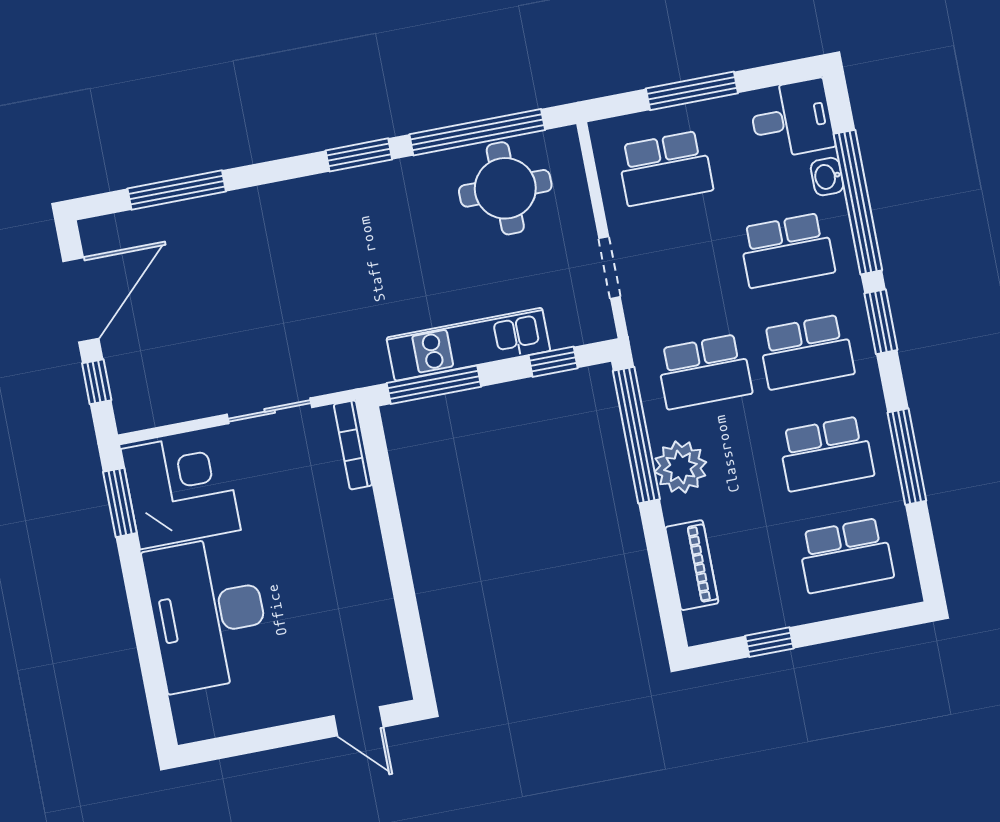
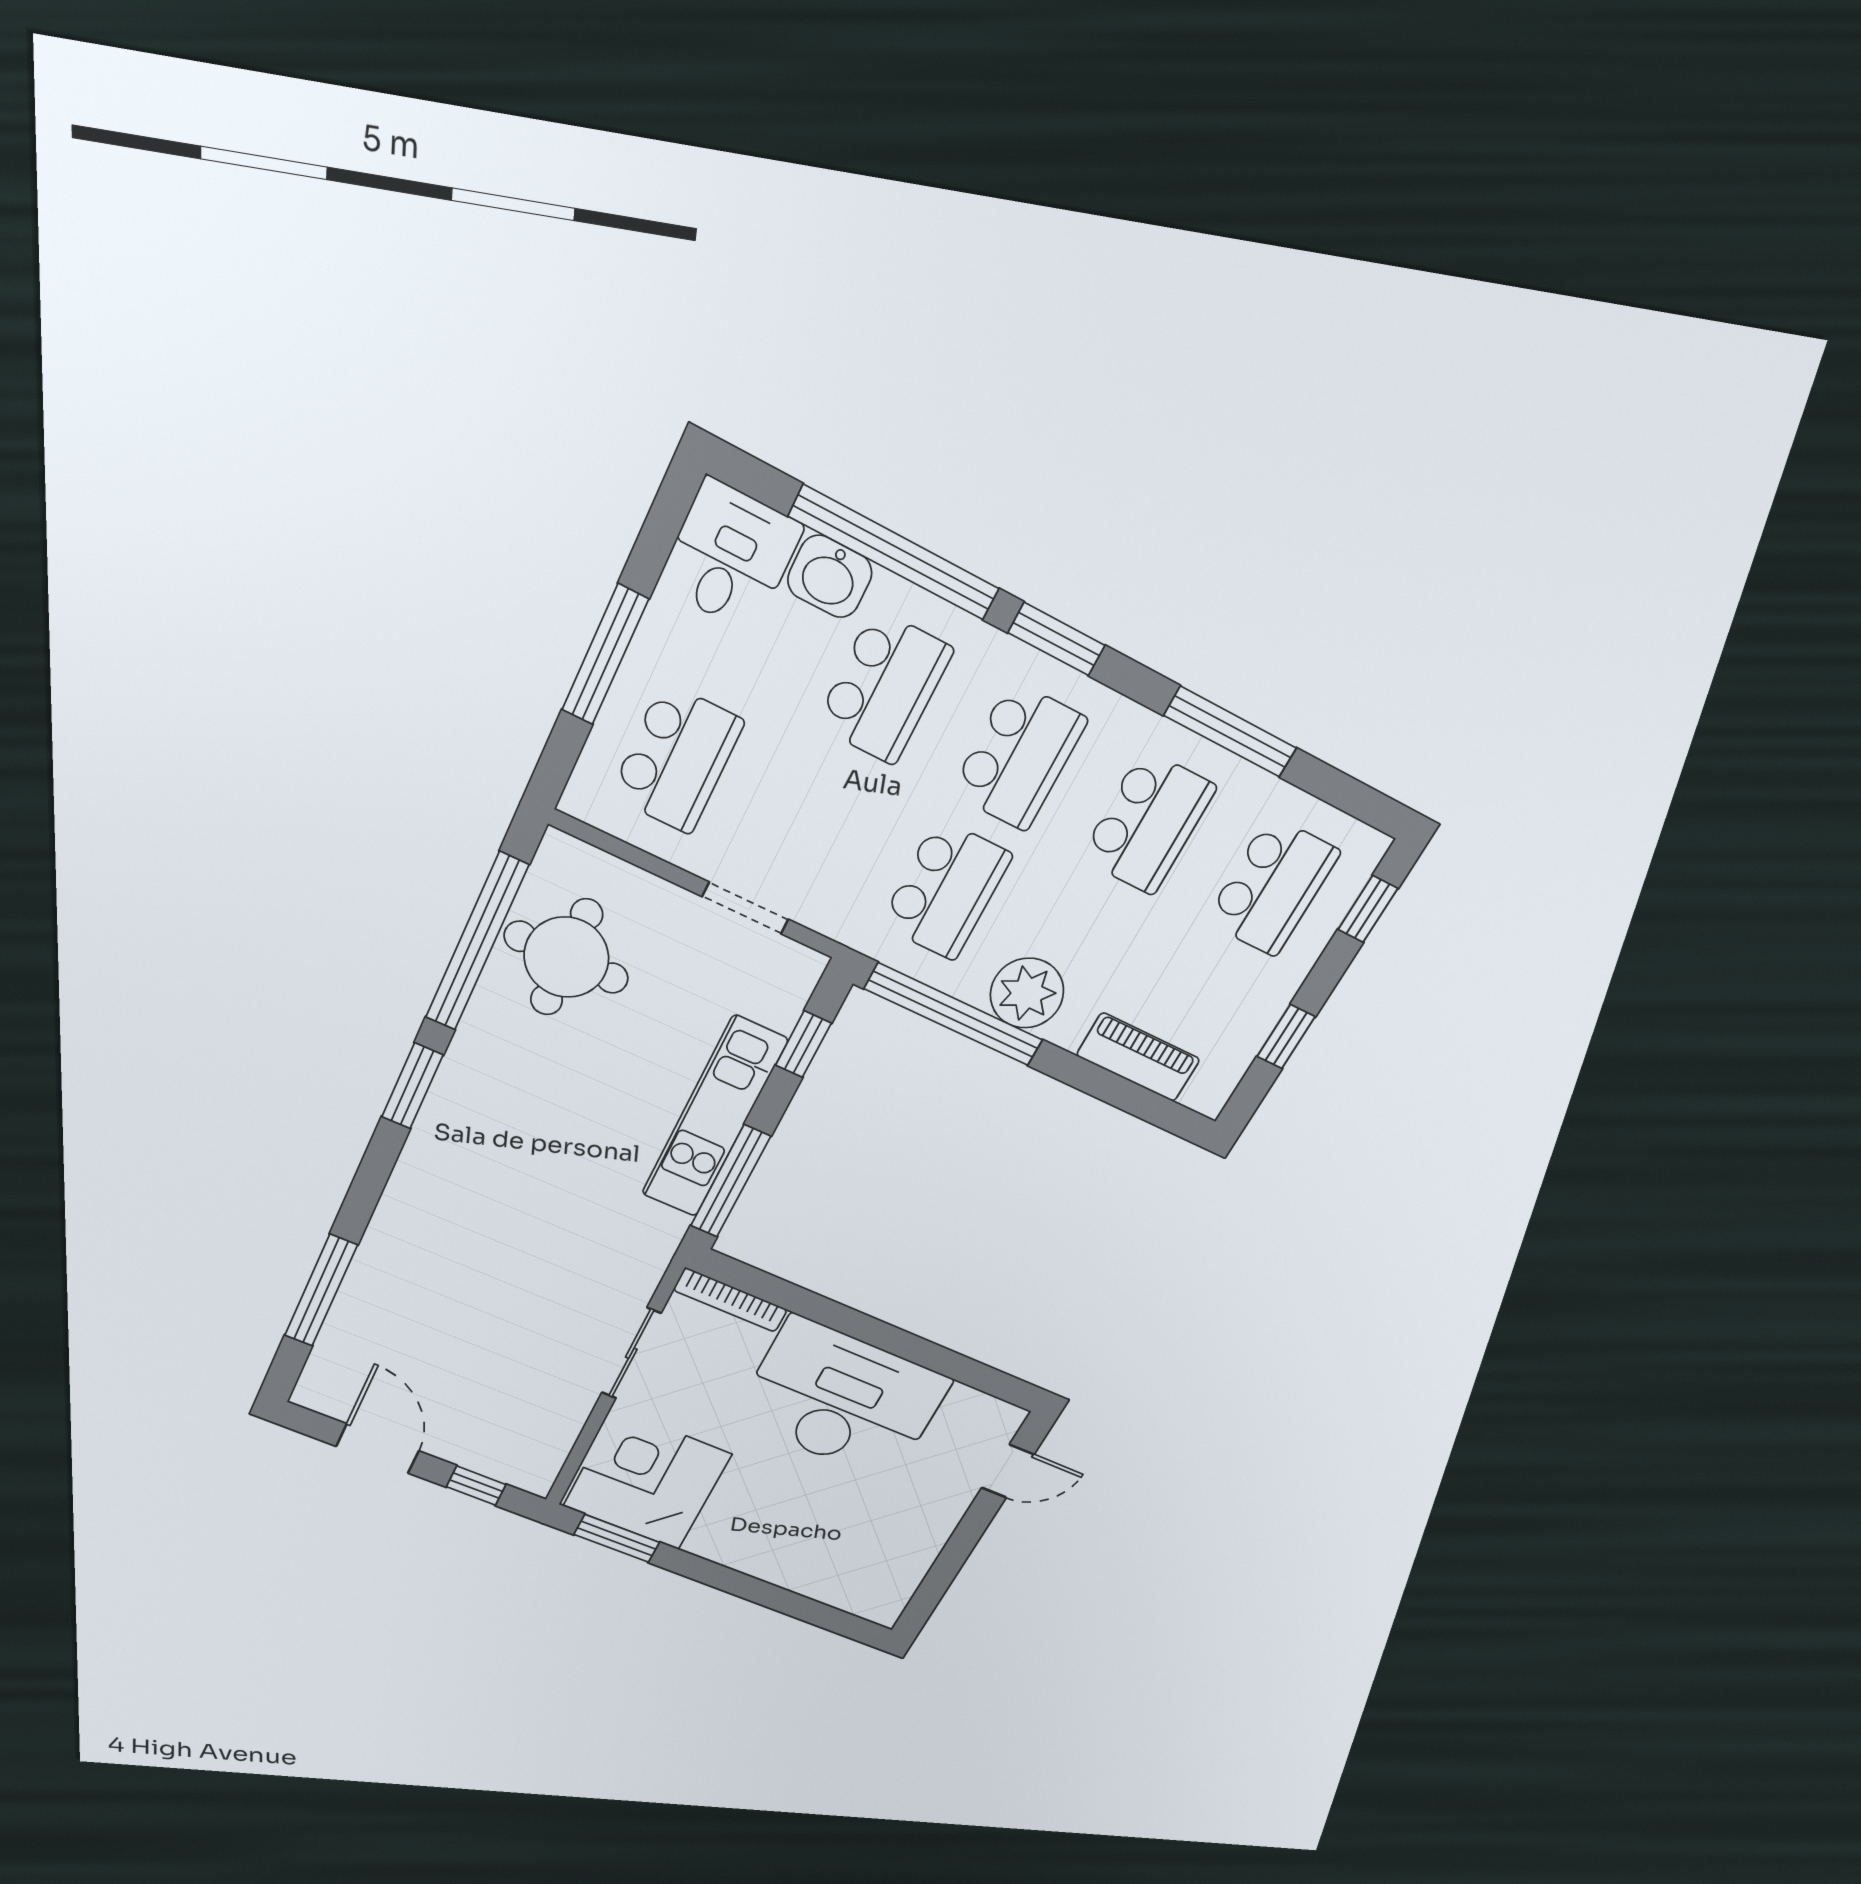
washbasin: (827, 177) -> (830, 576), width x1.38, depth x1.45
door: (81, 300) -> (378, 1449), width x0.73
desk: (208, 613) -> (842, 1400), moved, turned 180
window: (875, 622) -> (1368, 909), added

